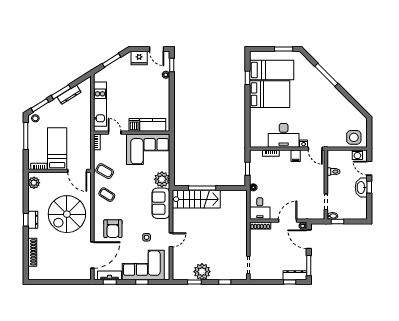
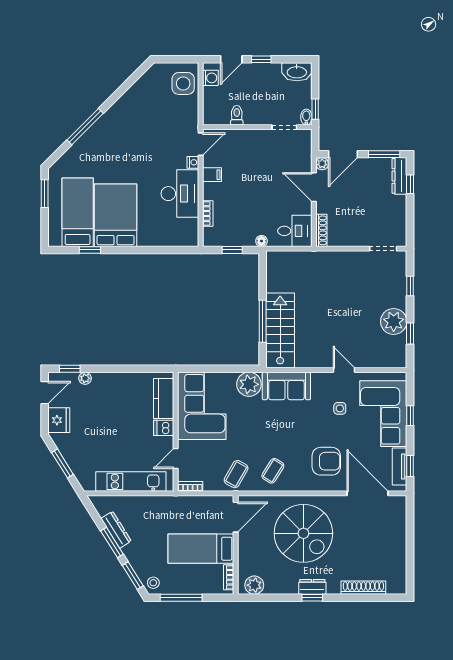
washbasin: (361, 188) -> (297, 72), moved

